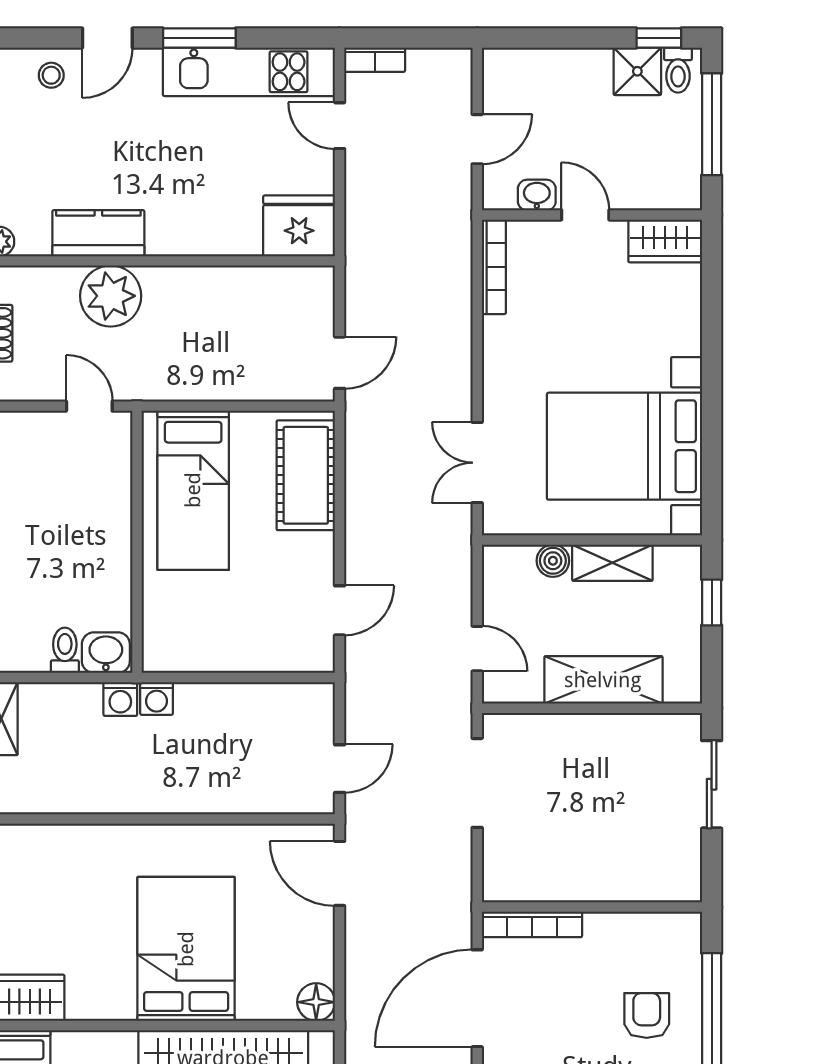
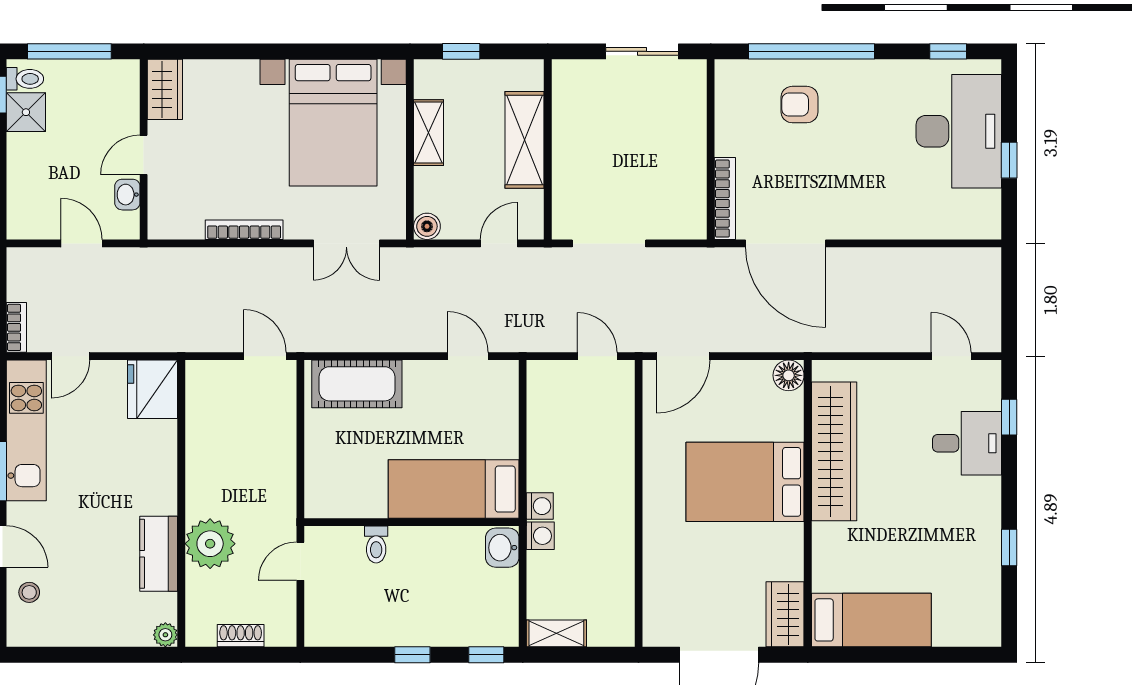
bookcase: (494, 267) -> (244, 230), moved
bed: (193, 490) -> (454, 489), moved, turned 180
boiler: (553, 561) -> (427, 226), moved
toilet: (65, 650) -> (376, 545), moved, turned -90
sliding door: (712, 784) -> (642, 51), moved

